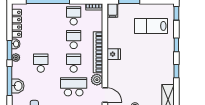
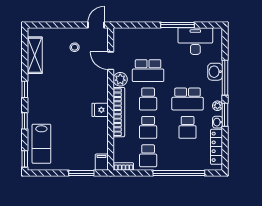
lab bench: (151, 26) -> (41, 144), moved, turned 90
school desk: (41, 40) -> (188, 127), added
school desk: (41, 63) -> (188, 99), width x1.85

